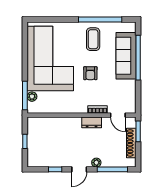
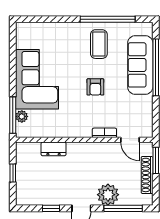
corner sofa: (50, 58) -> (37, 79), width x0.73, depth x0.74
dresser: (92, 122) -> (54, 149), moved
plant: (96, 163) -> (108, 195), width x1.88, depth x1.88

